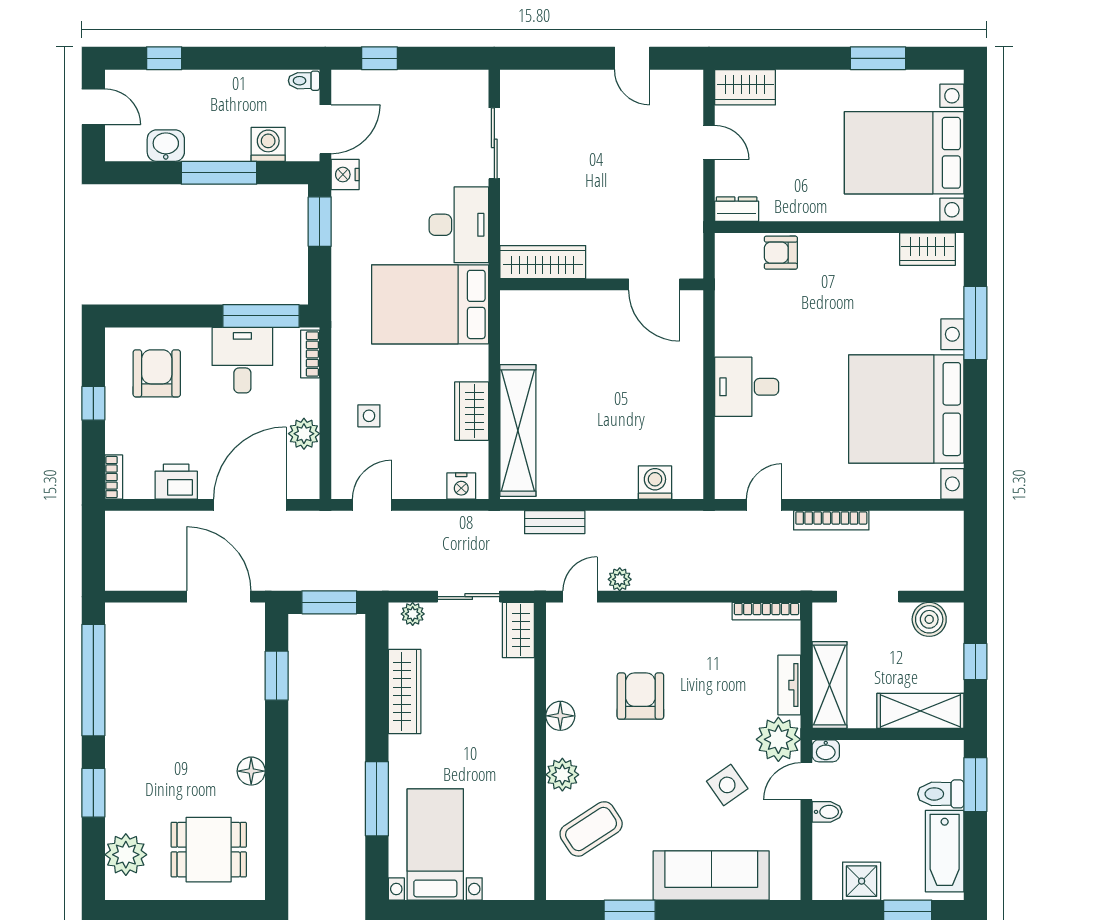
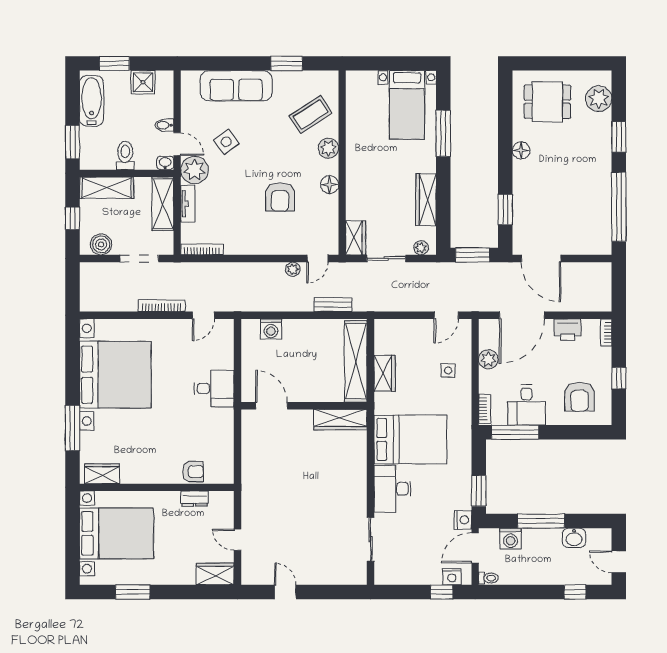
dresser: (737, 209) -> (195, 498), moved
wardrobe: (543, 262) -> (340, 420), moved
wall: (602, 284) -> (304, 406), moved
door: (654, 284) -> (271, 406), moved
nightstand: (461, 486) -> (452, 577), moved, turned 180
door: (806, 781) -> (177, 144), hinge flipped
toilet: (941, 794) -> (125, 155), moved, turned -90

